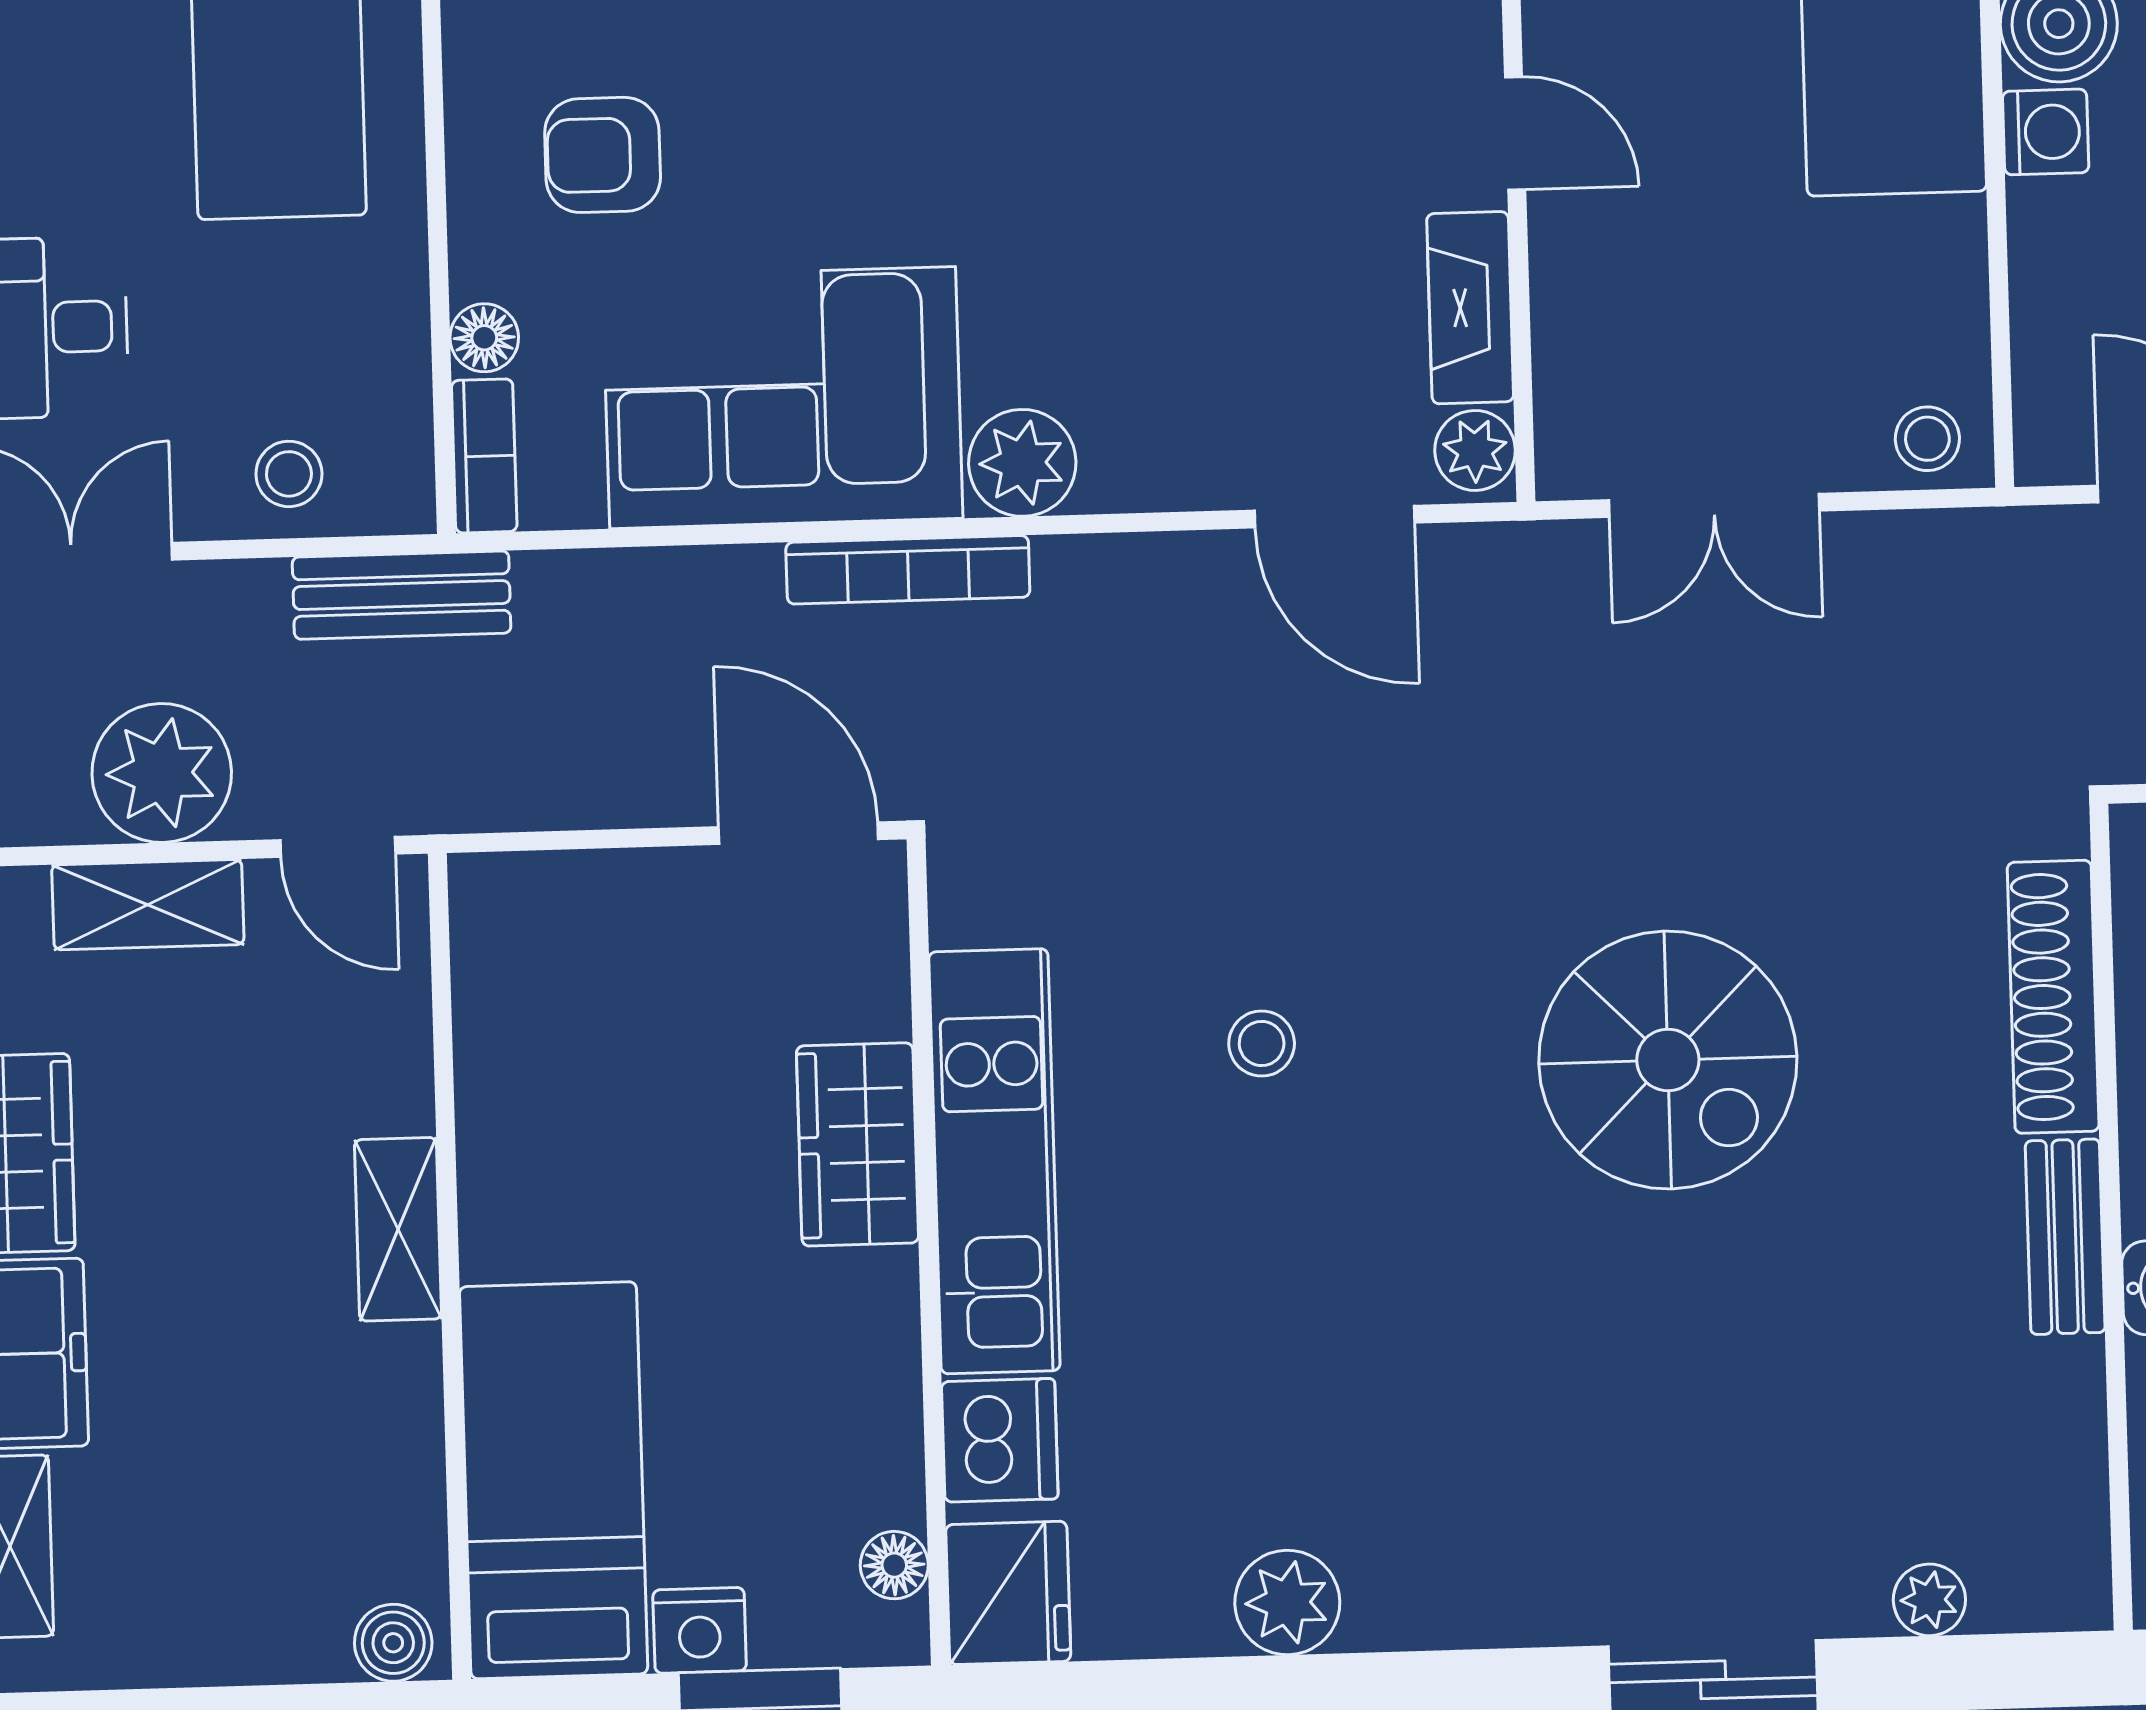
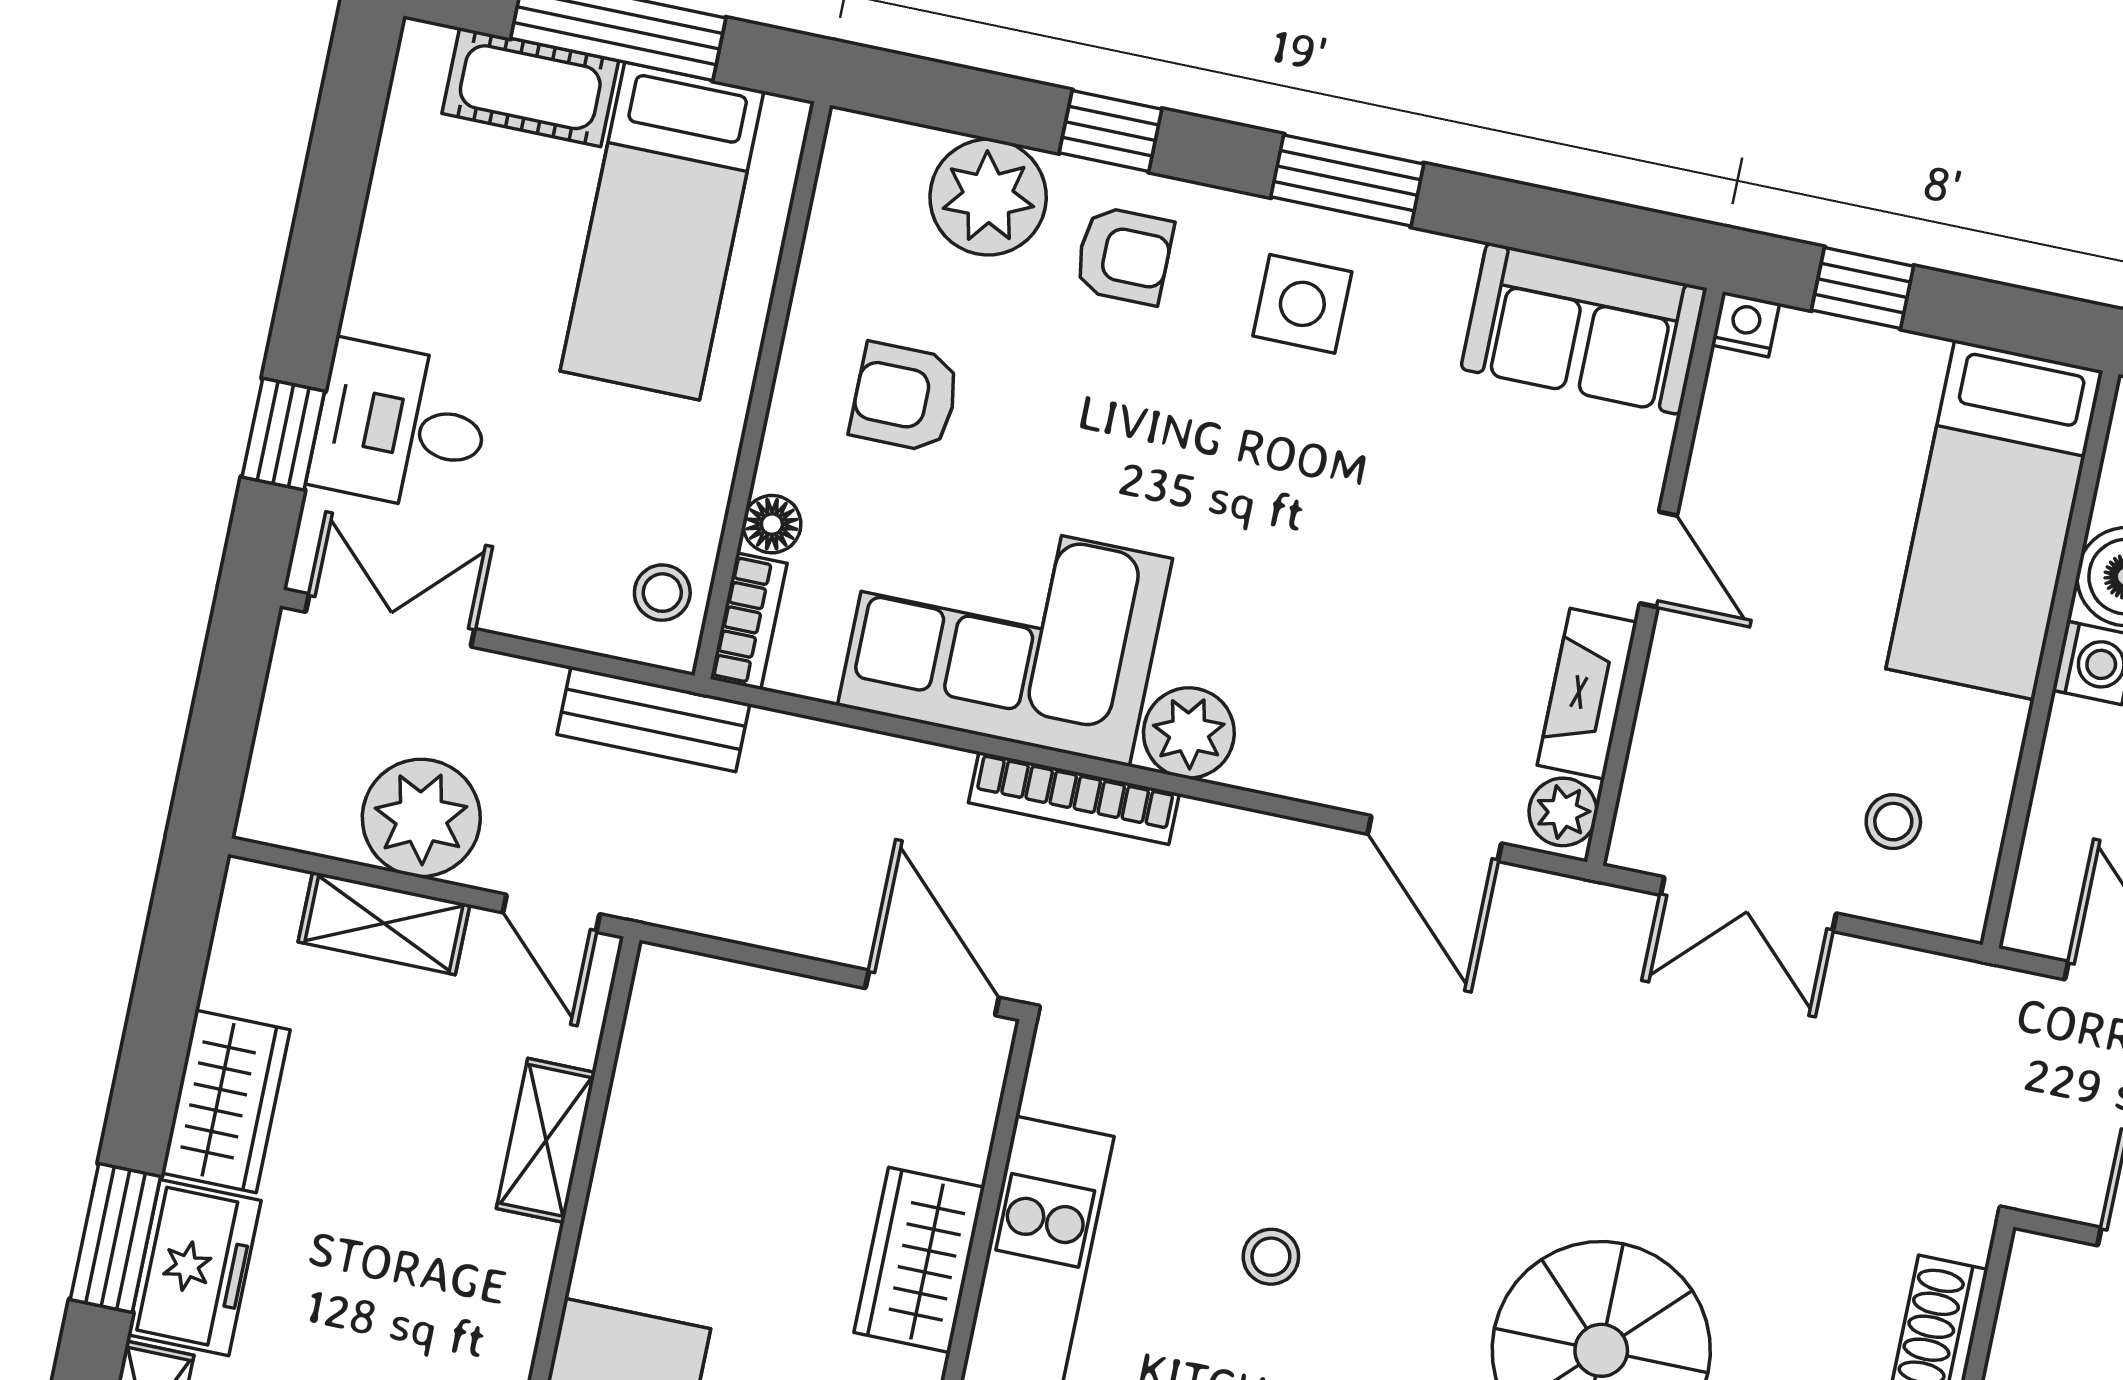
stool: (1927, 439) -> (1893, 822), moved
stool: (289, 474) -> (662, 593), moved
shelving: (398, 1229) -> (546, 1140), moved

